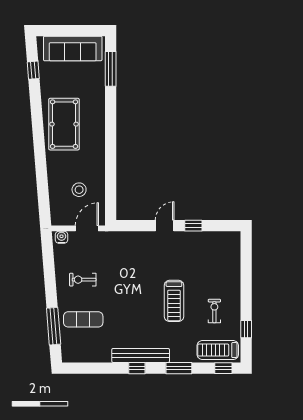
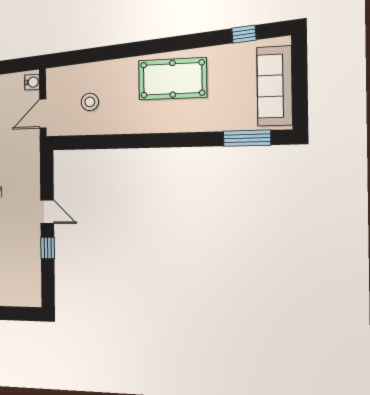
door: (87, 228) -> (43, 114), swing flipped

